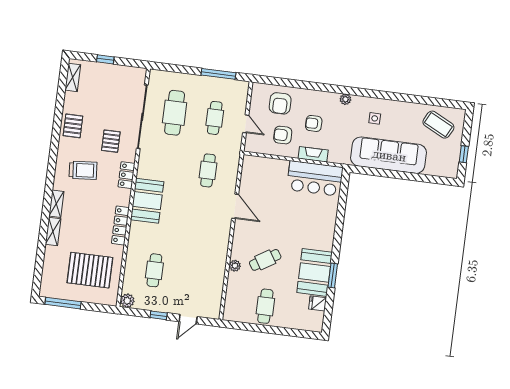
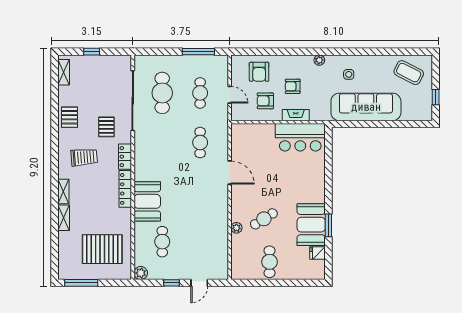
booth: (147, 201) -> (147, 201), moved
locker: (120, 225) -> (125, 189), moved

